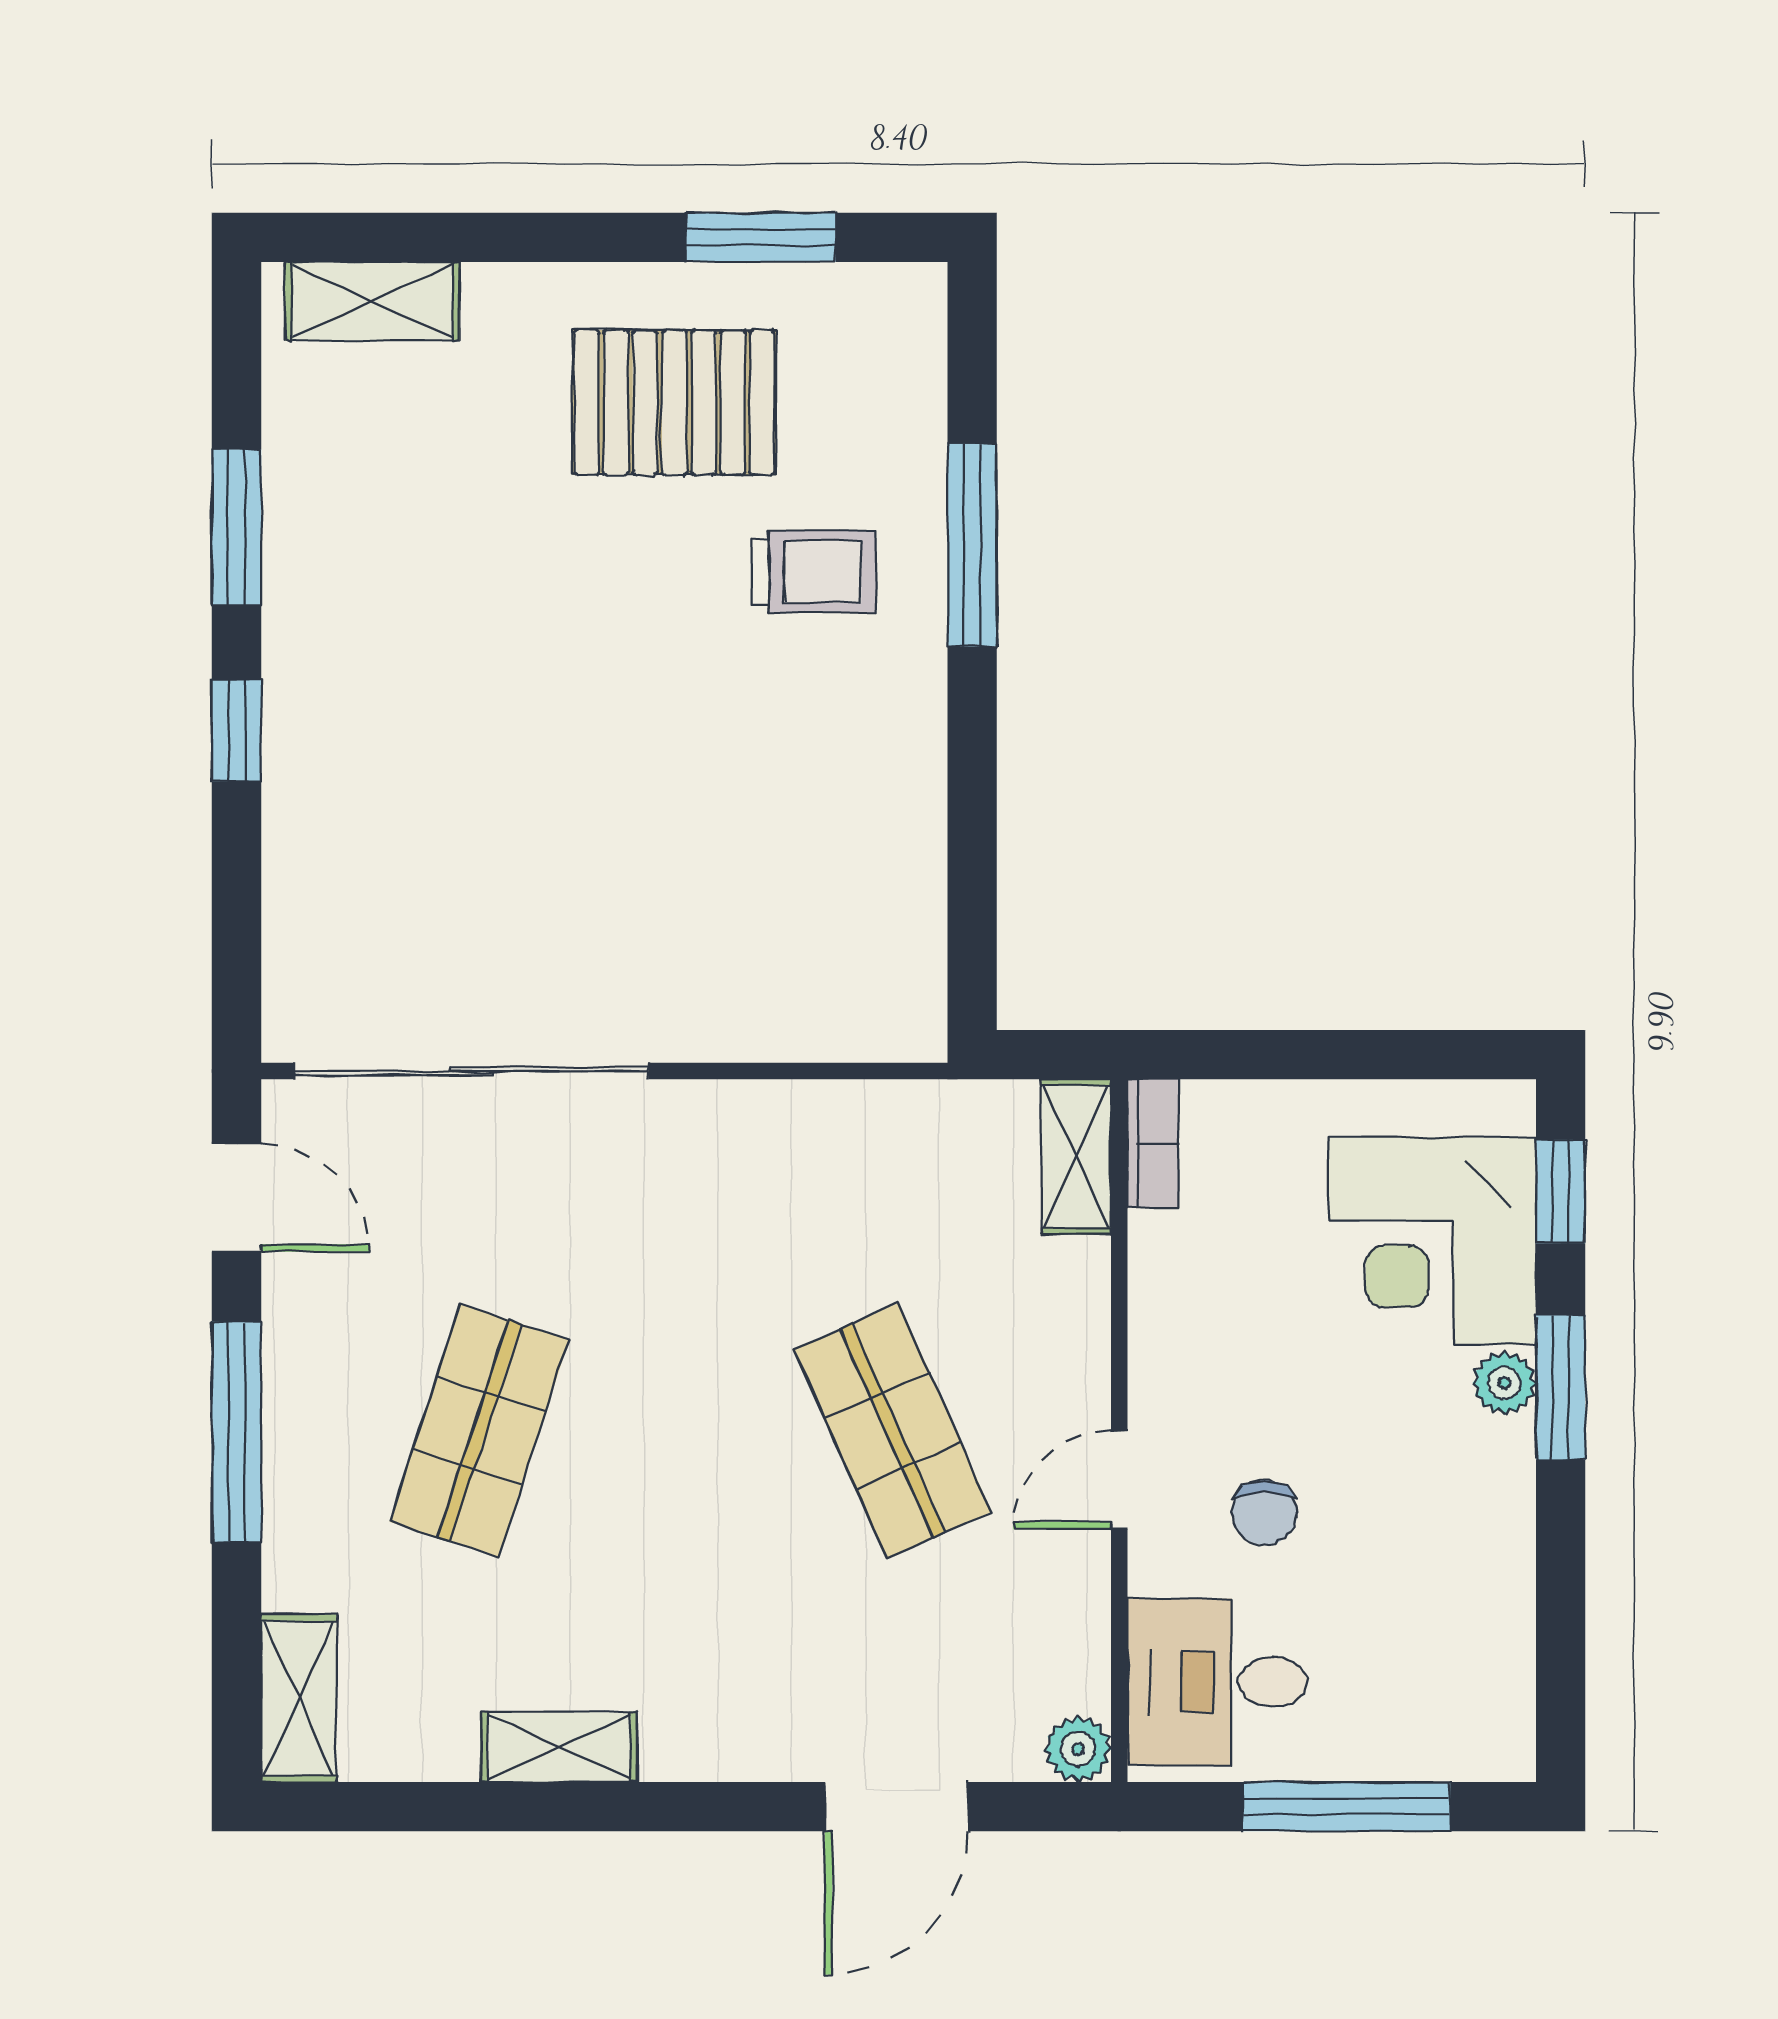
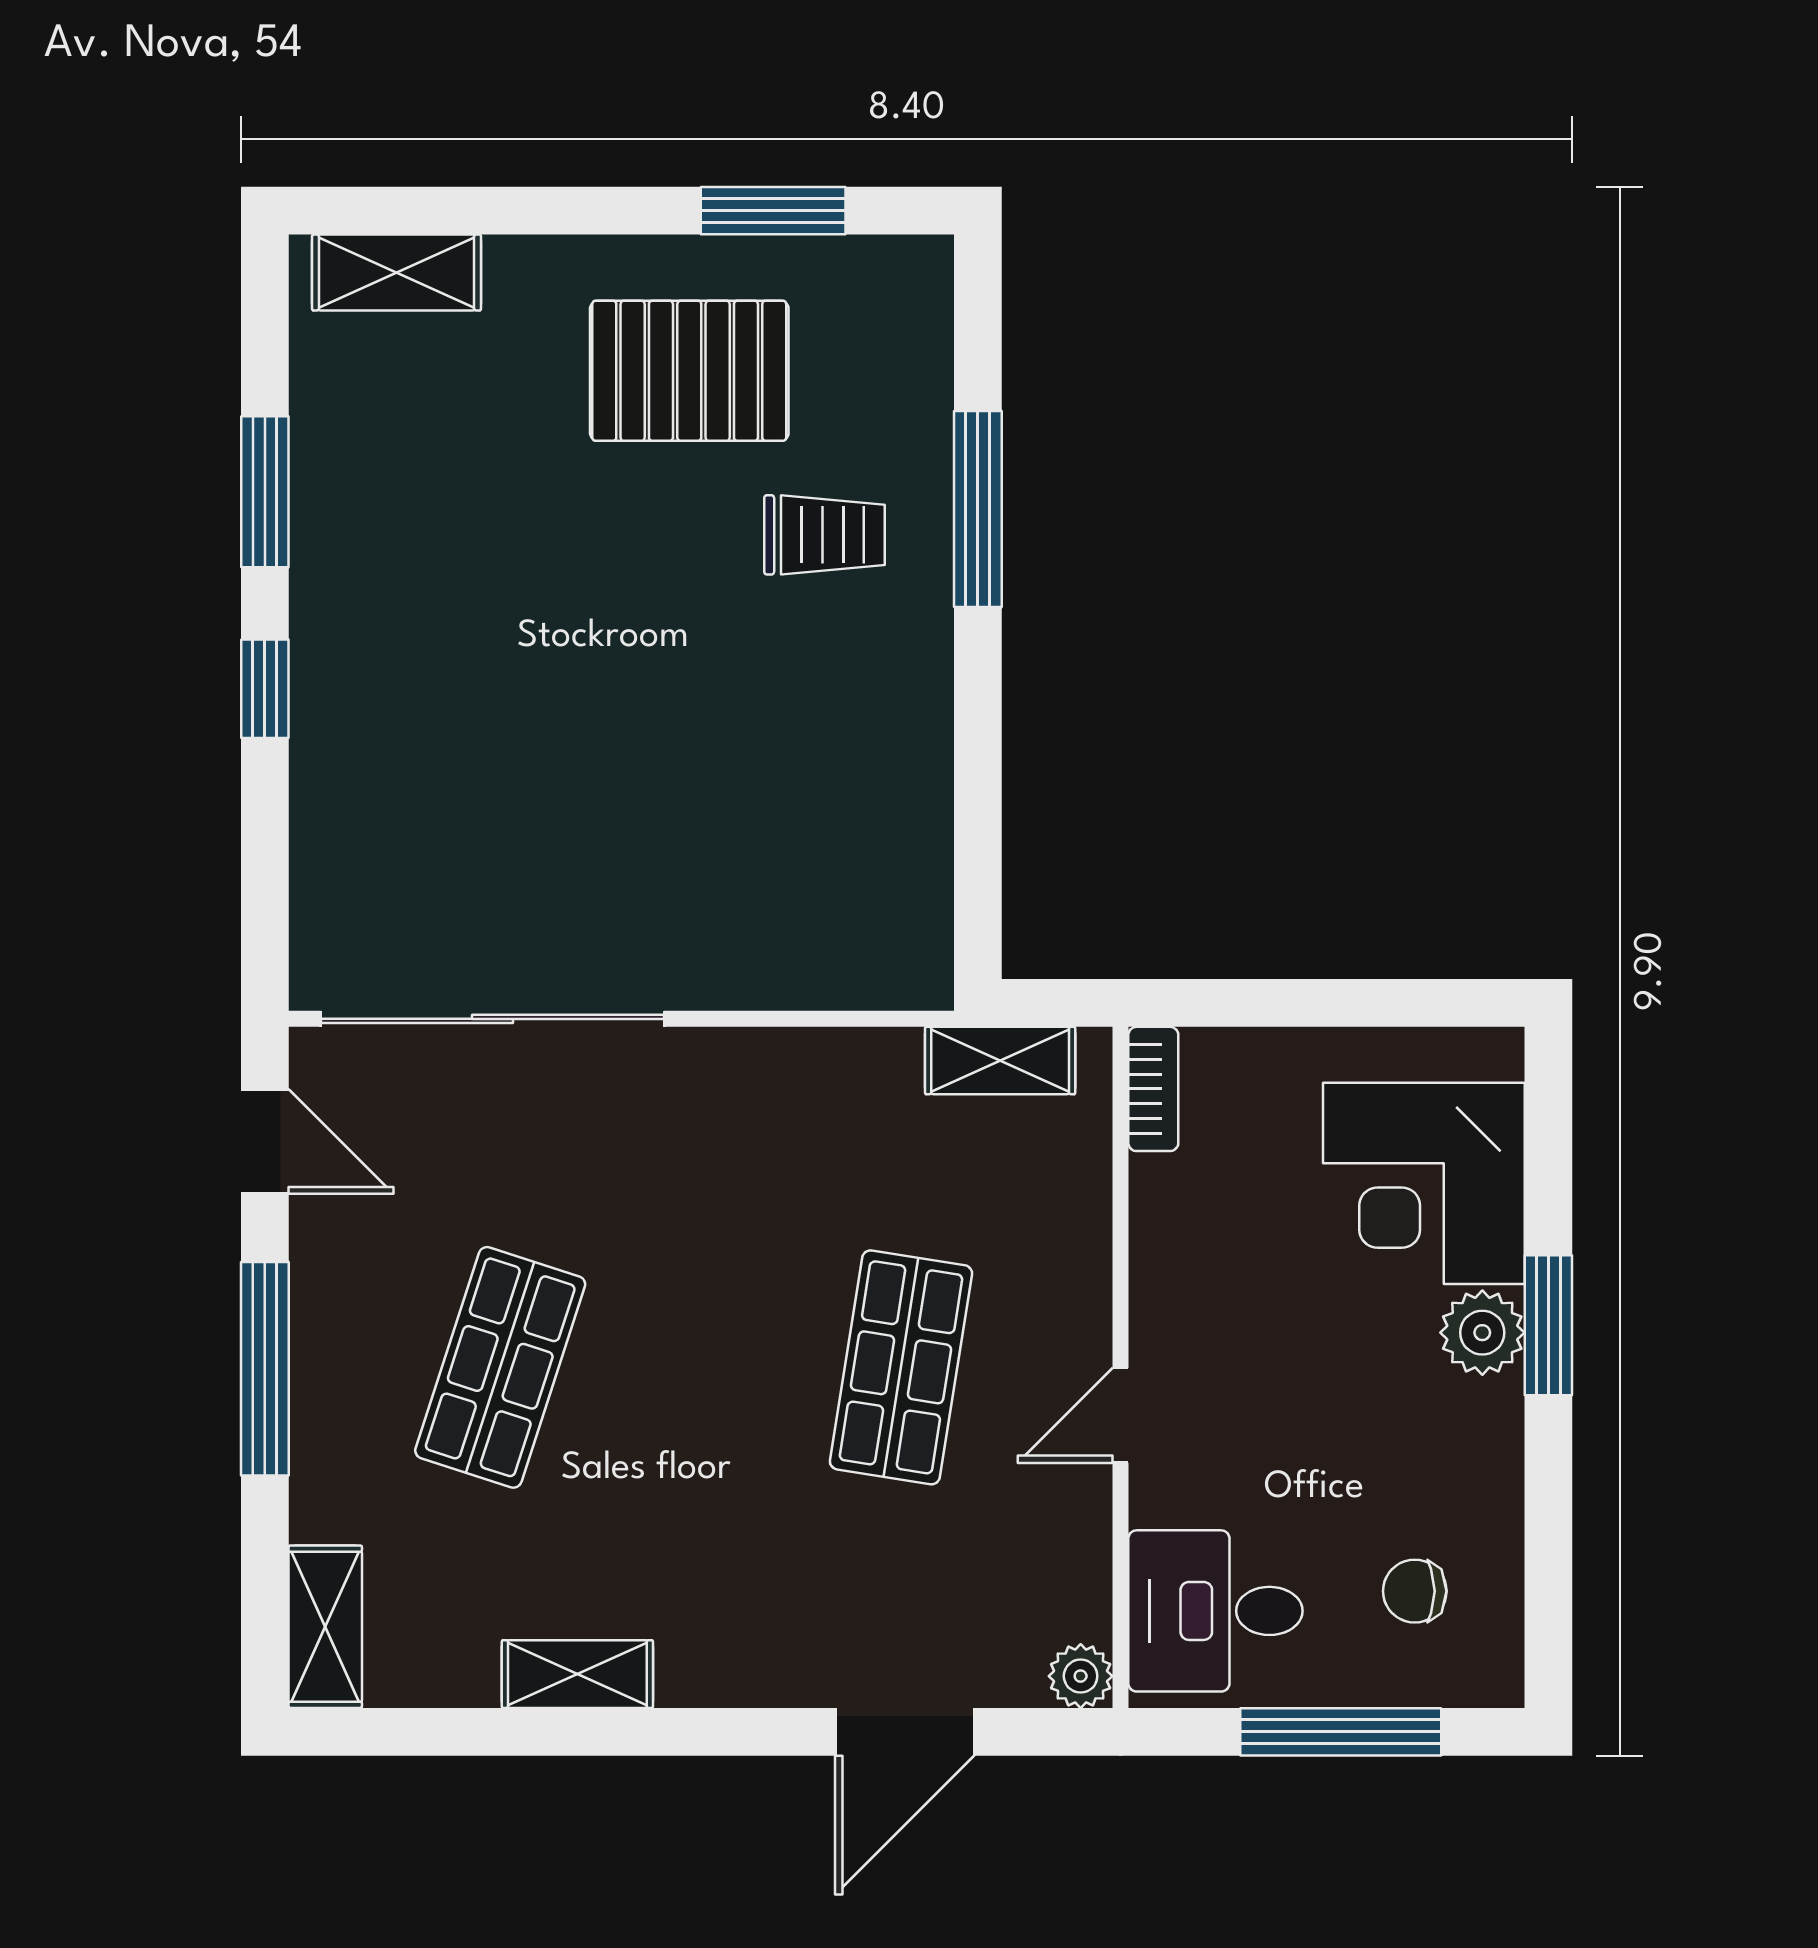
shelving: (1076, 1157) -> (1000, 1061), moved, turned 90
window: (1561, 1191) -> (1548, 1136), removed
plant: (1504, 1383) -> (1482, 1333), width x1.38, depth x1.38
shop shelf: (893, 1431) -> (901, 1367), turned 33
chair: (1265, 1513) -> (1415, 1591), moved, turned 90

